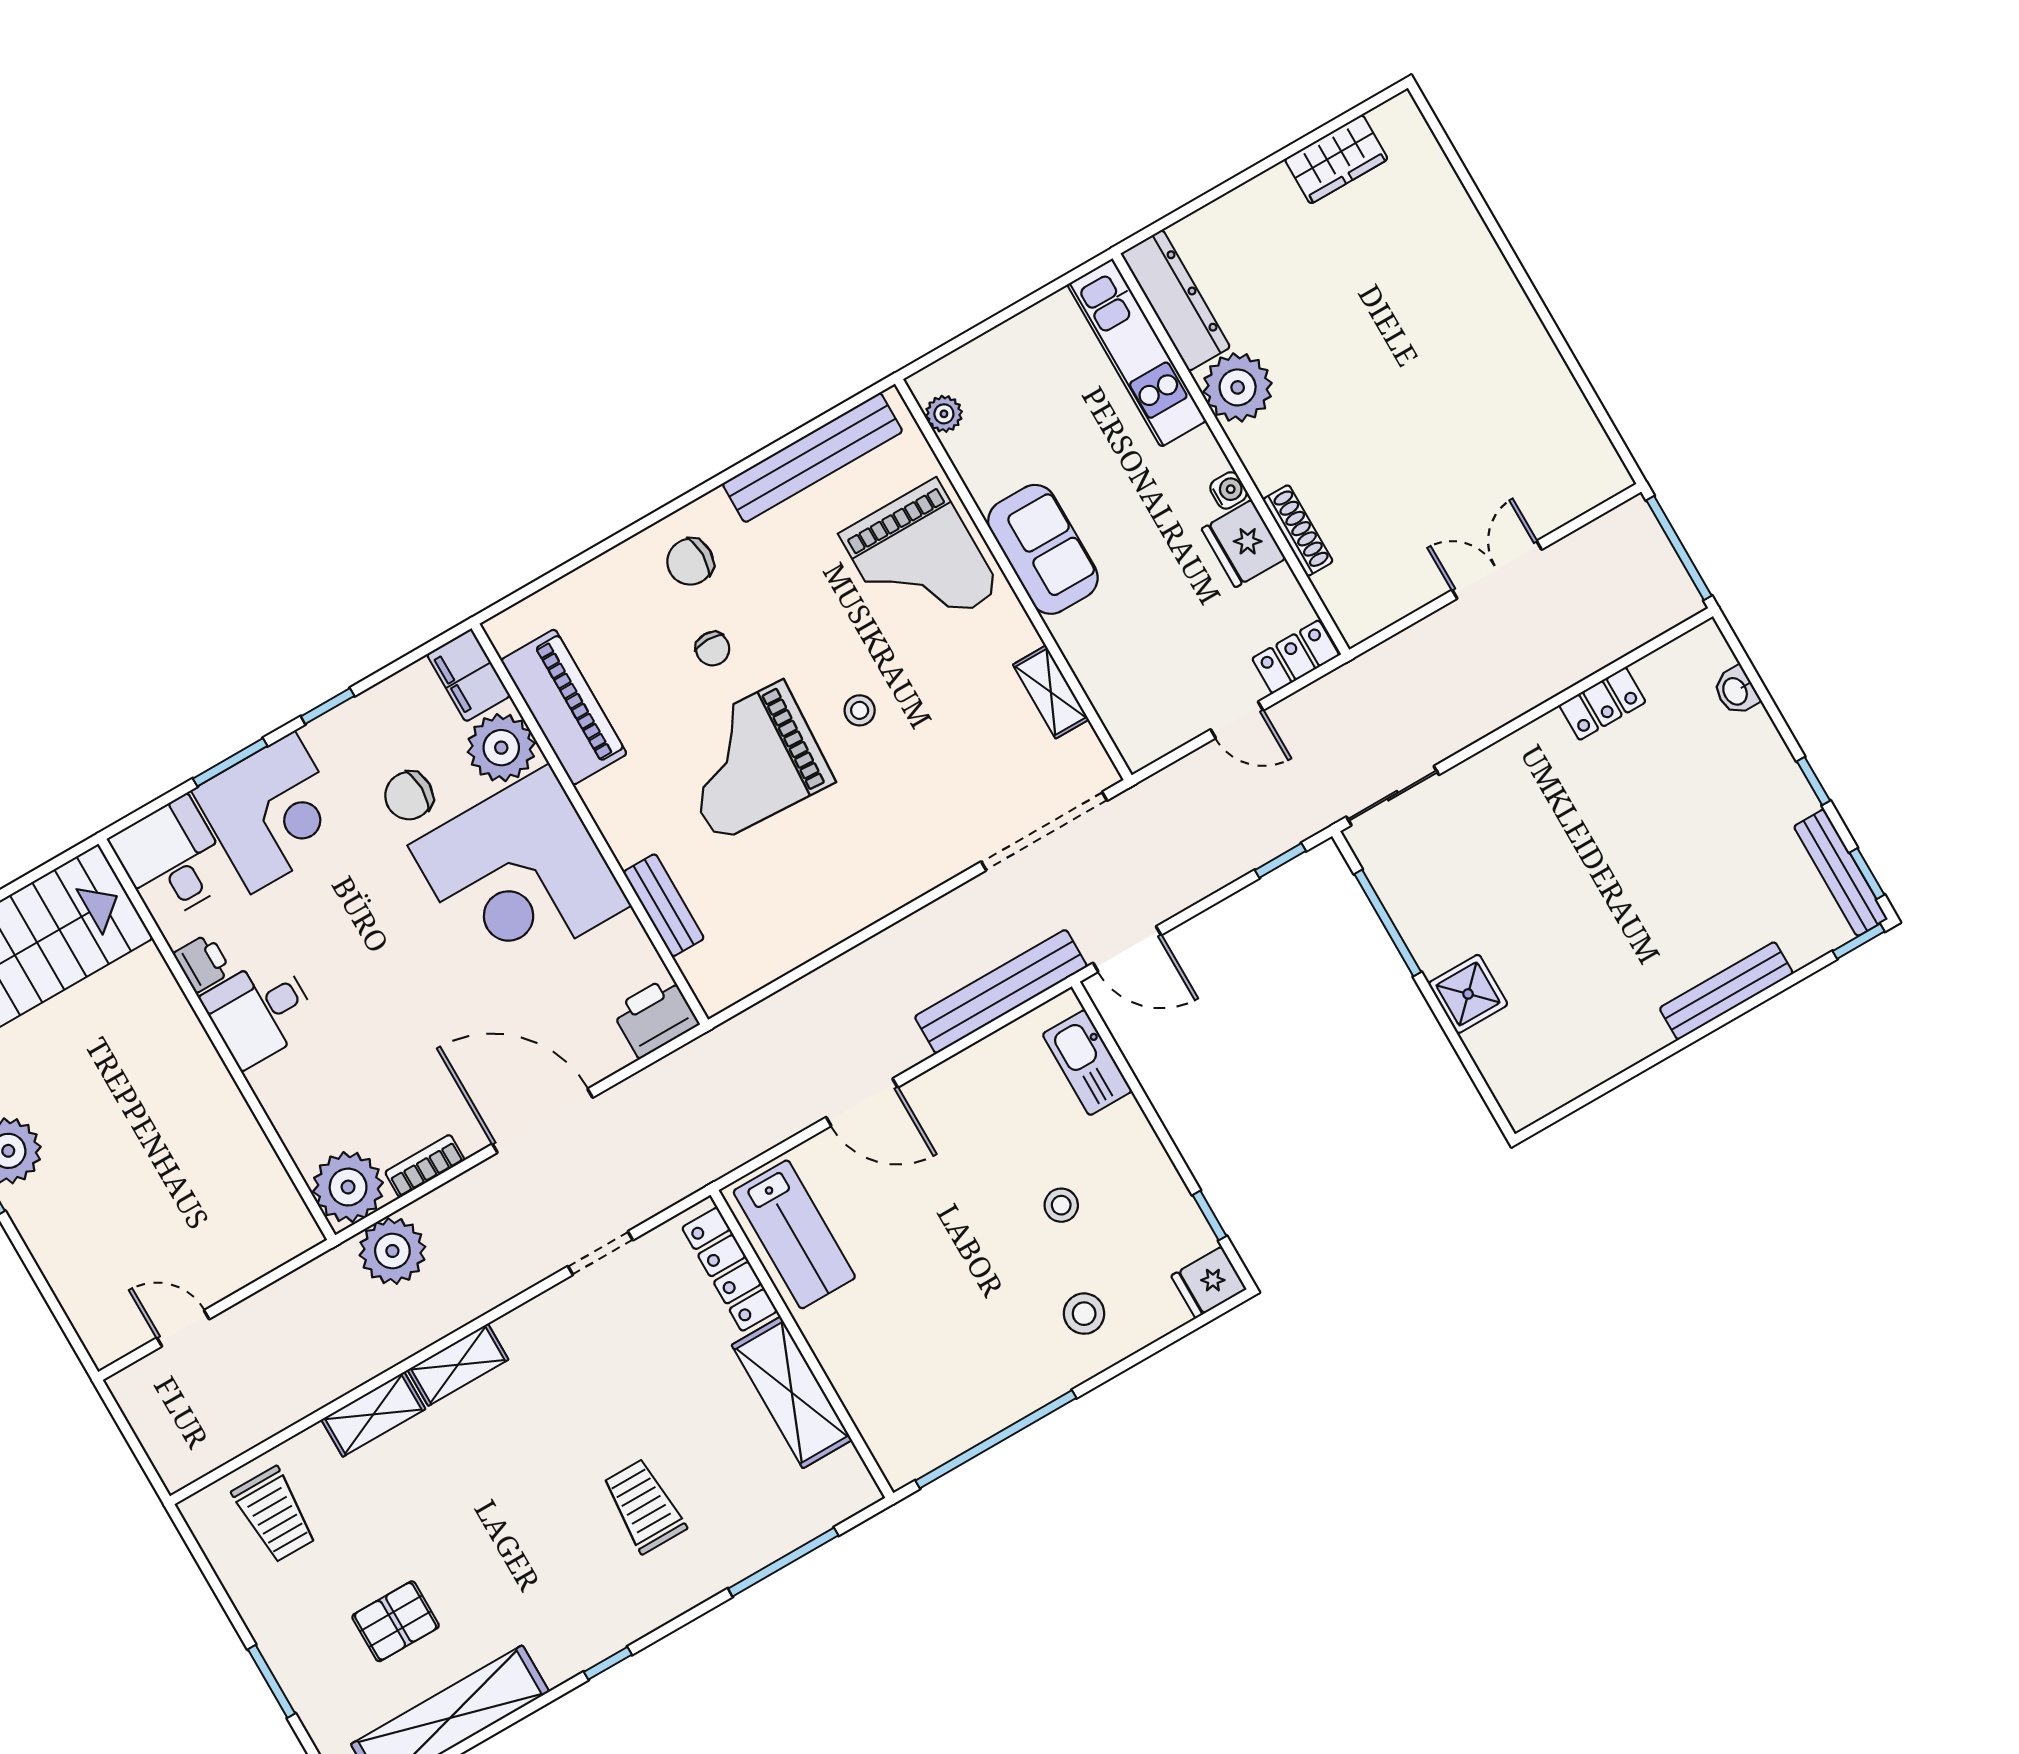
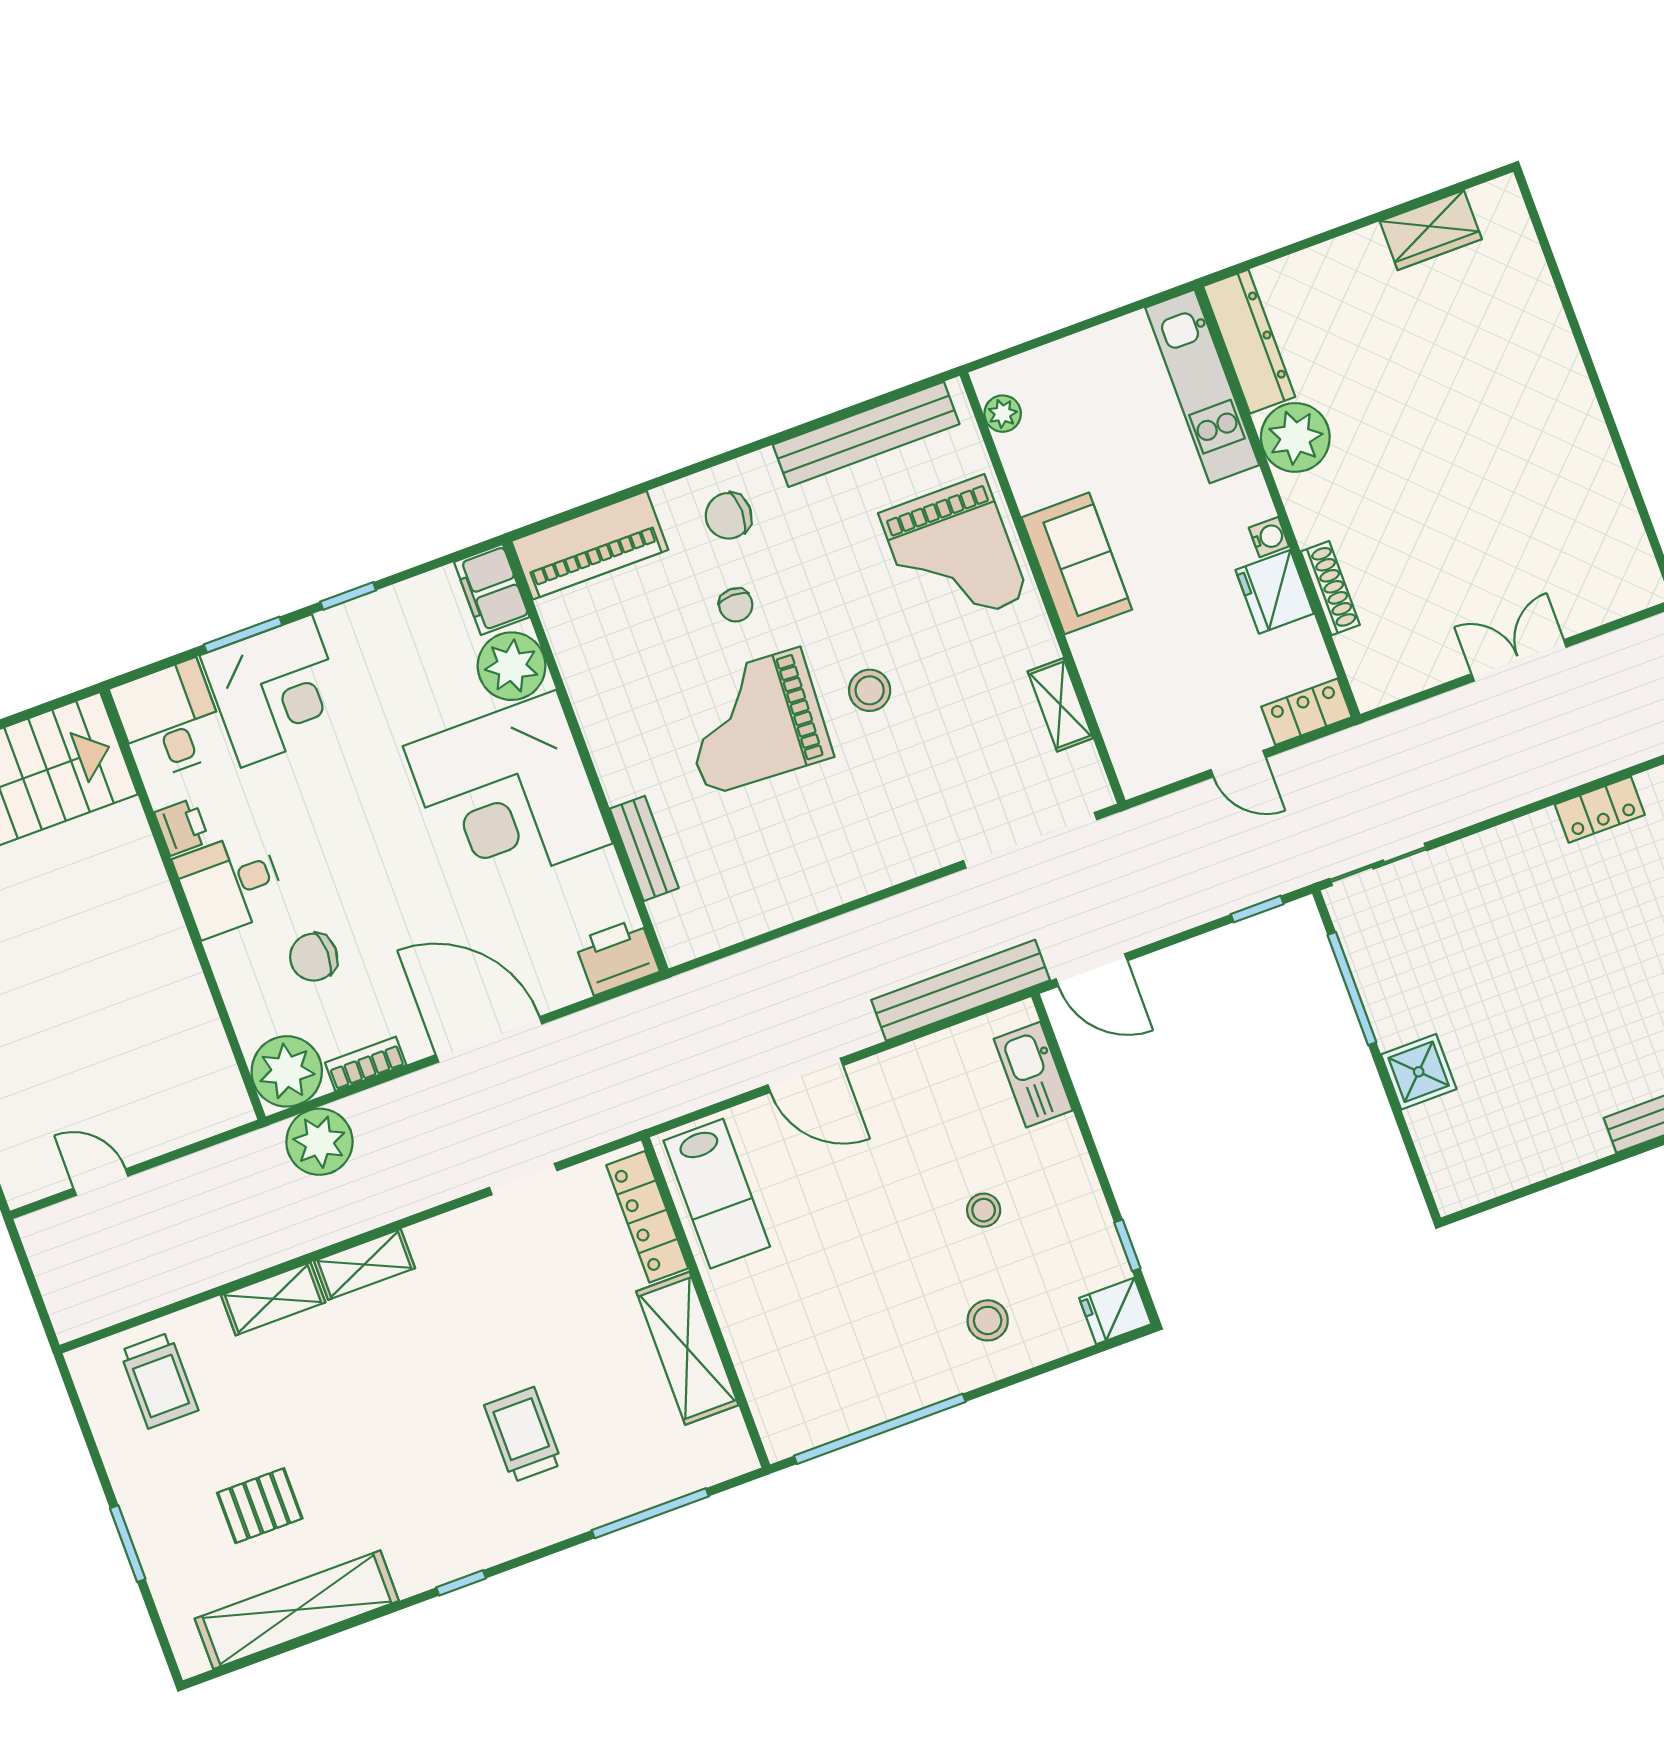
piano: (564, 707) -> (590, 545), moved, turned 90
stool: (860, 710) -> (870, 690), width x1.37, depth x1.37
chair: (409, 796) -> (314, 957), moved

